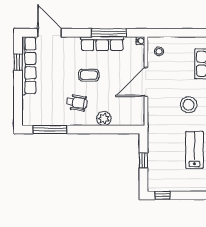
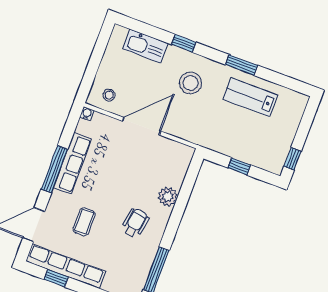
window: (109, 33) -> (54, 169), moved
coffee table: (89, 75) -> (84, 222), moved
door: (146, 82) -> (141, 126), swing flipped

